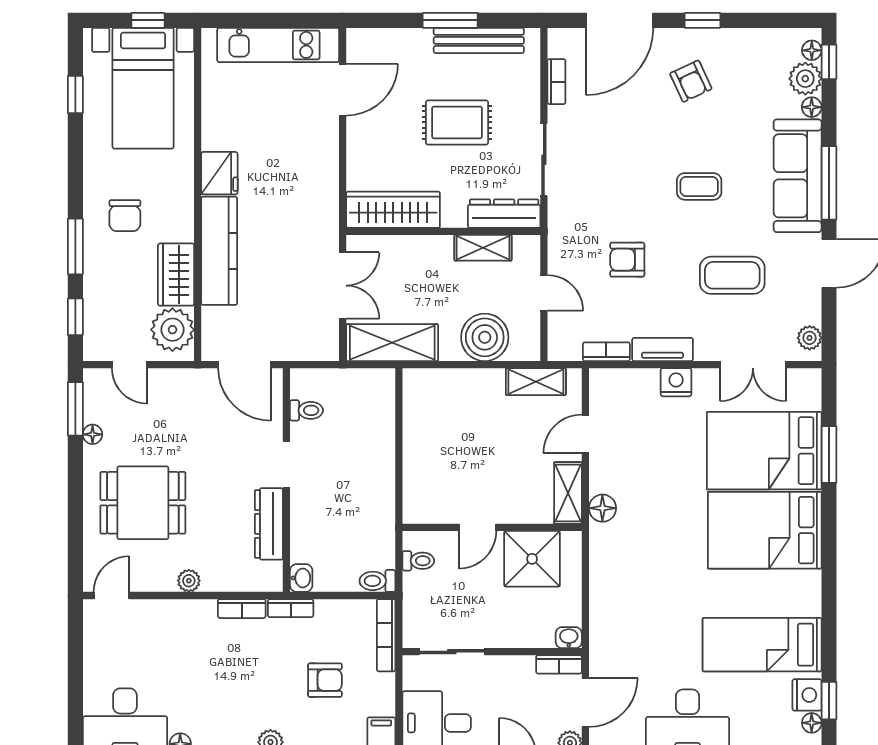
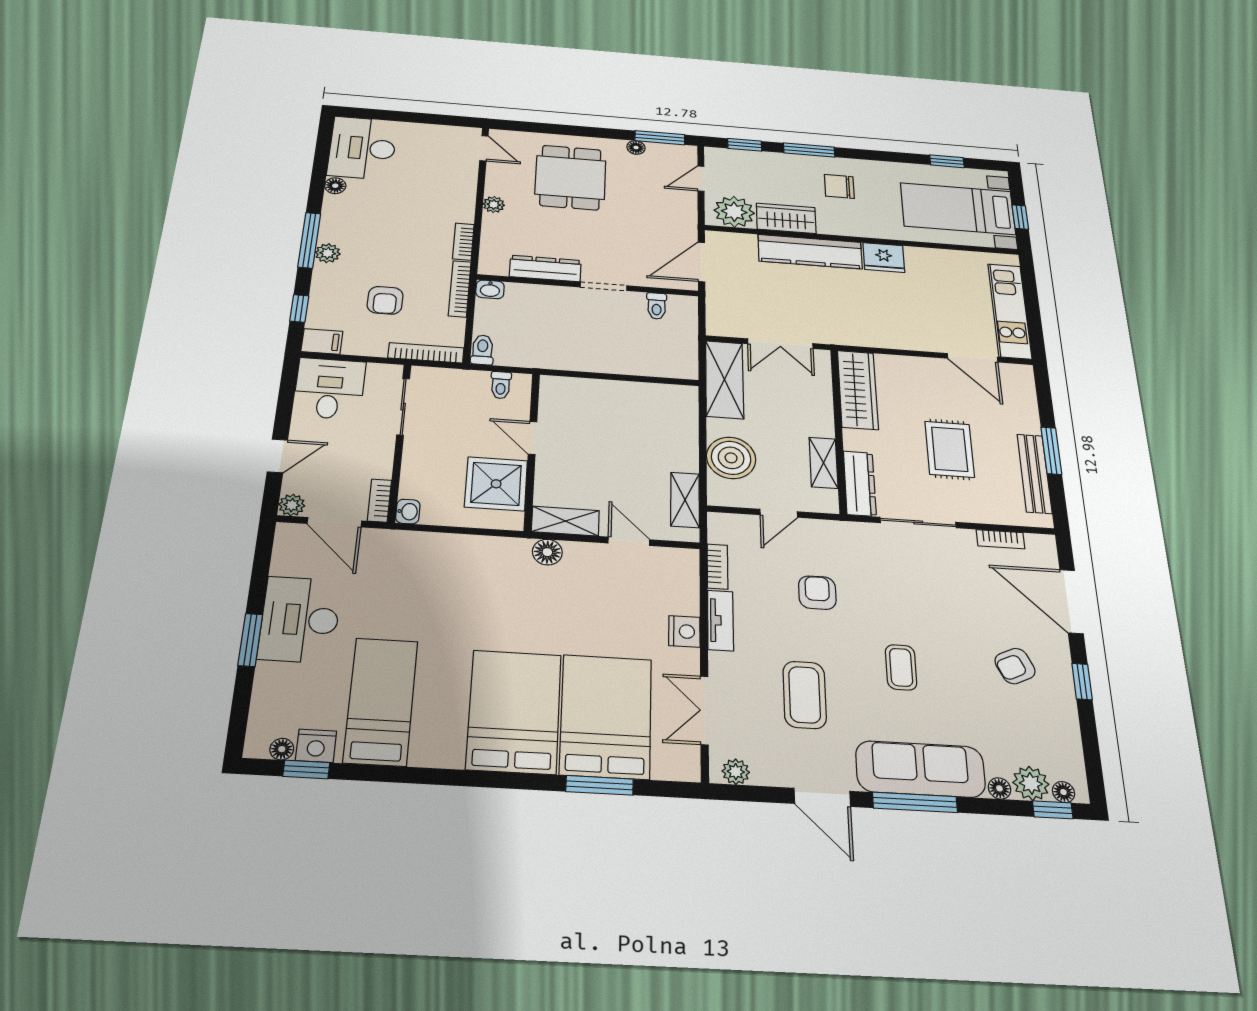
bookcase: (291, 608) -> (460, 289), width x1.56

